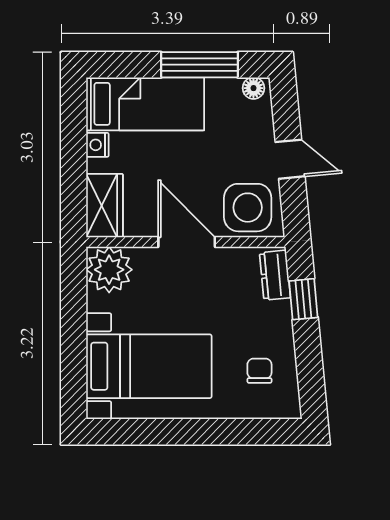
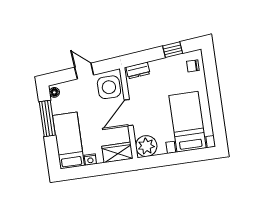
door: (290, 159) -> (84, 71), hinge flipped
window: (303, 299) -> (173, 50), moved
chair: (259, 371) -> (193, 66), moved

